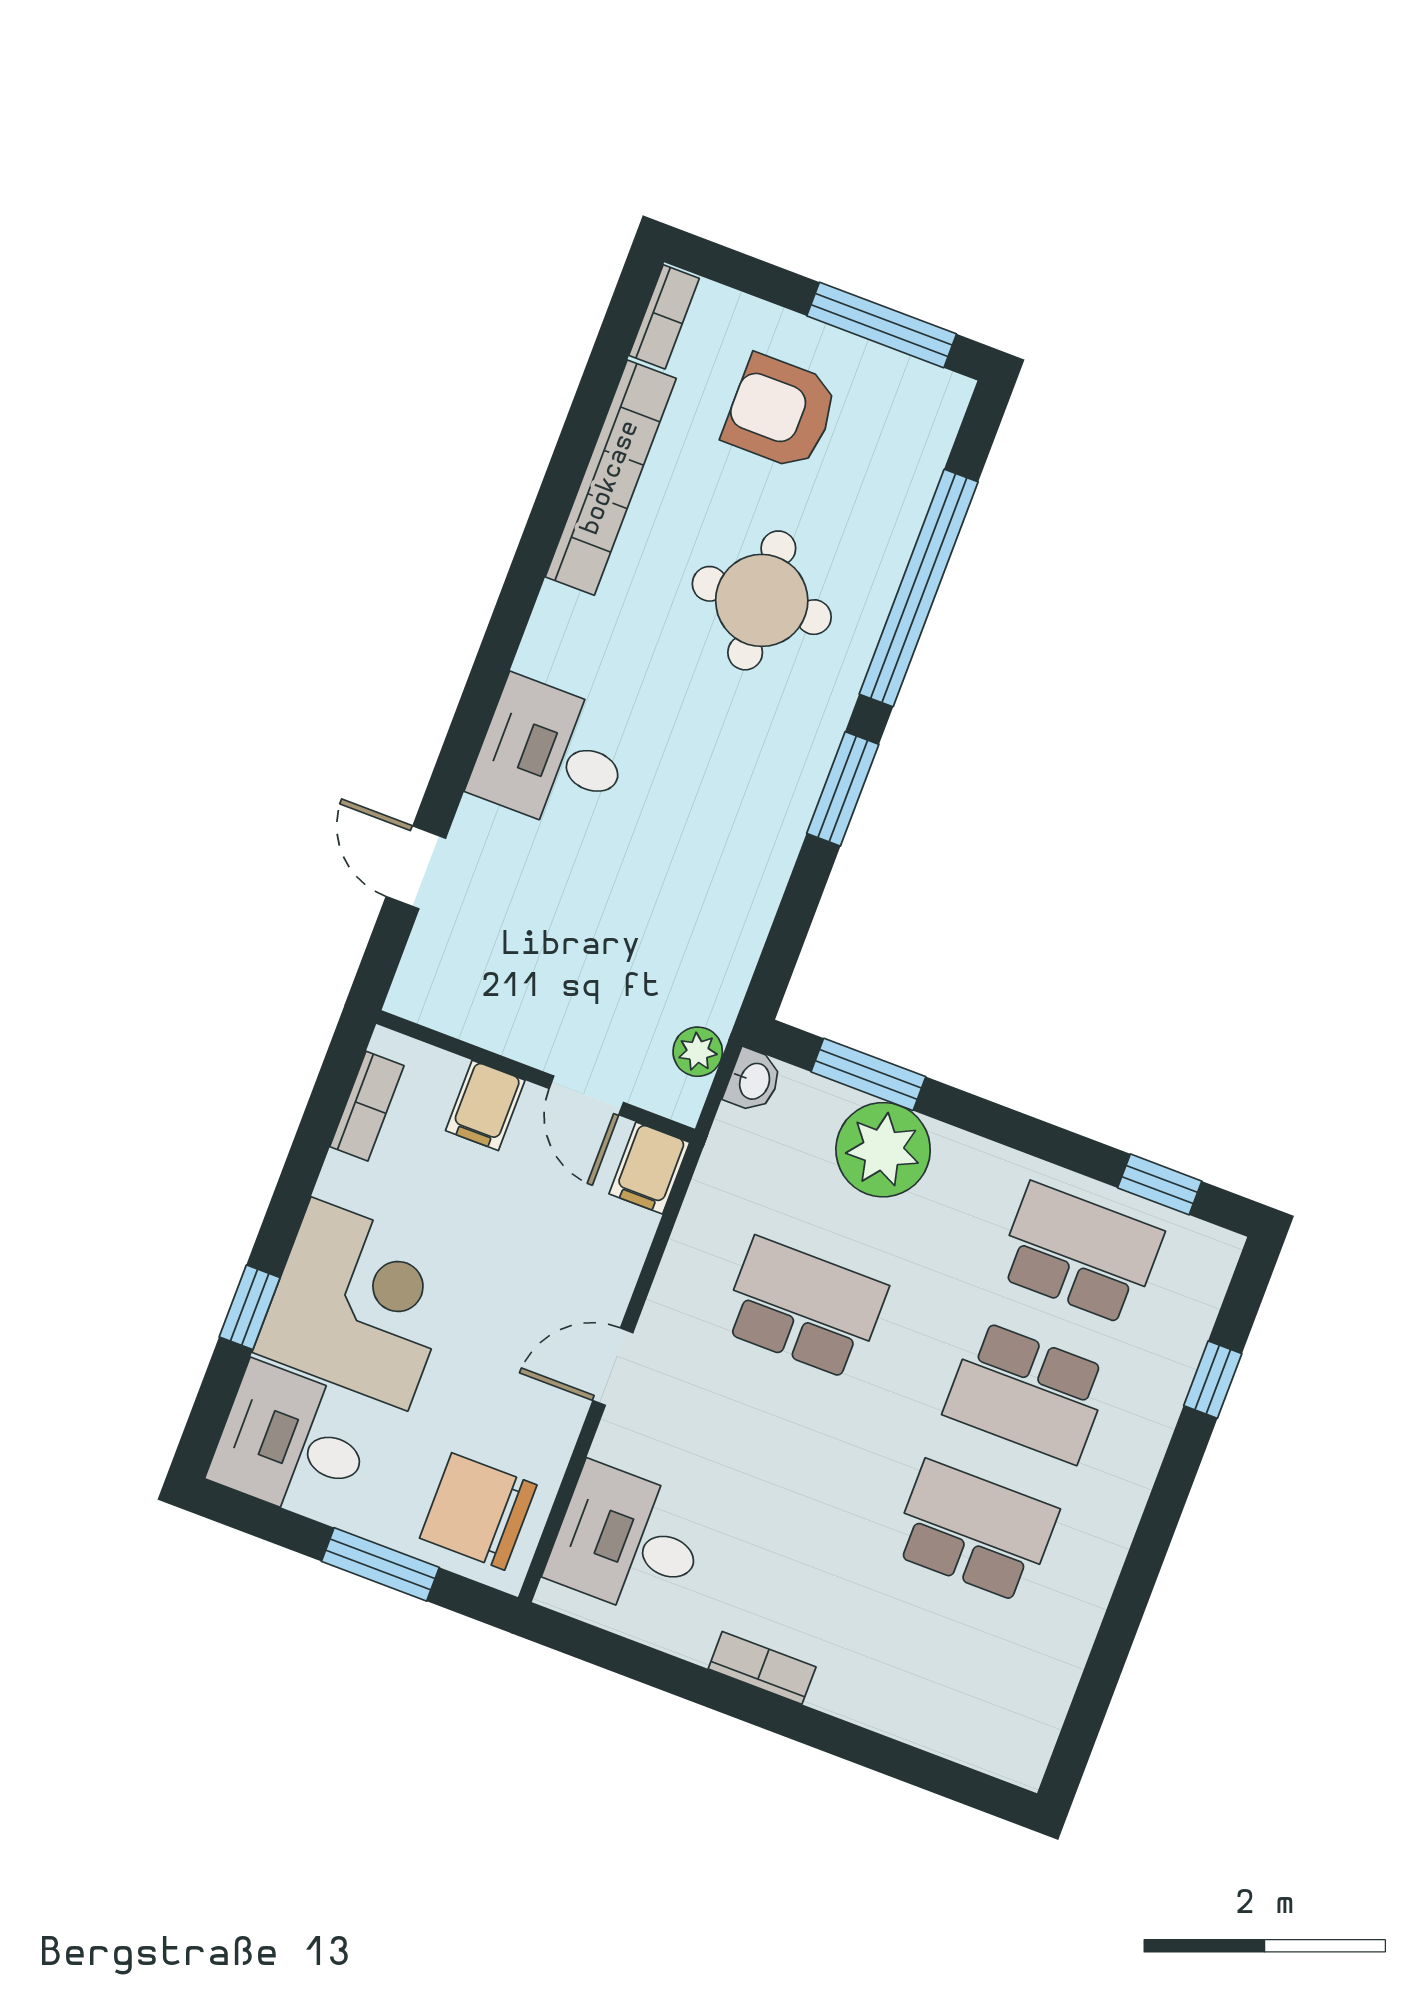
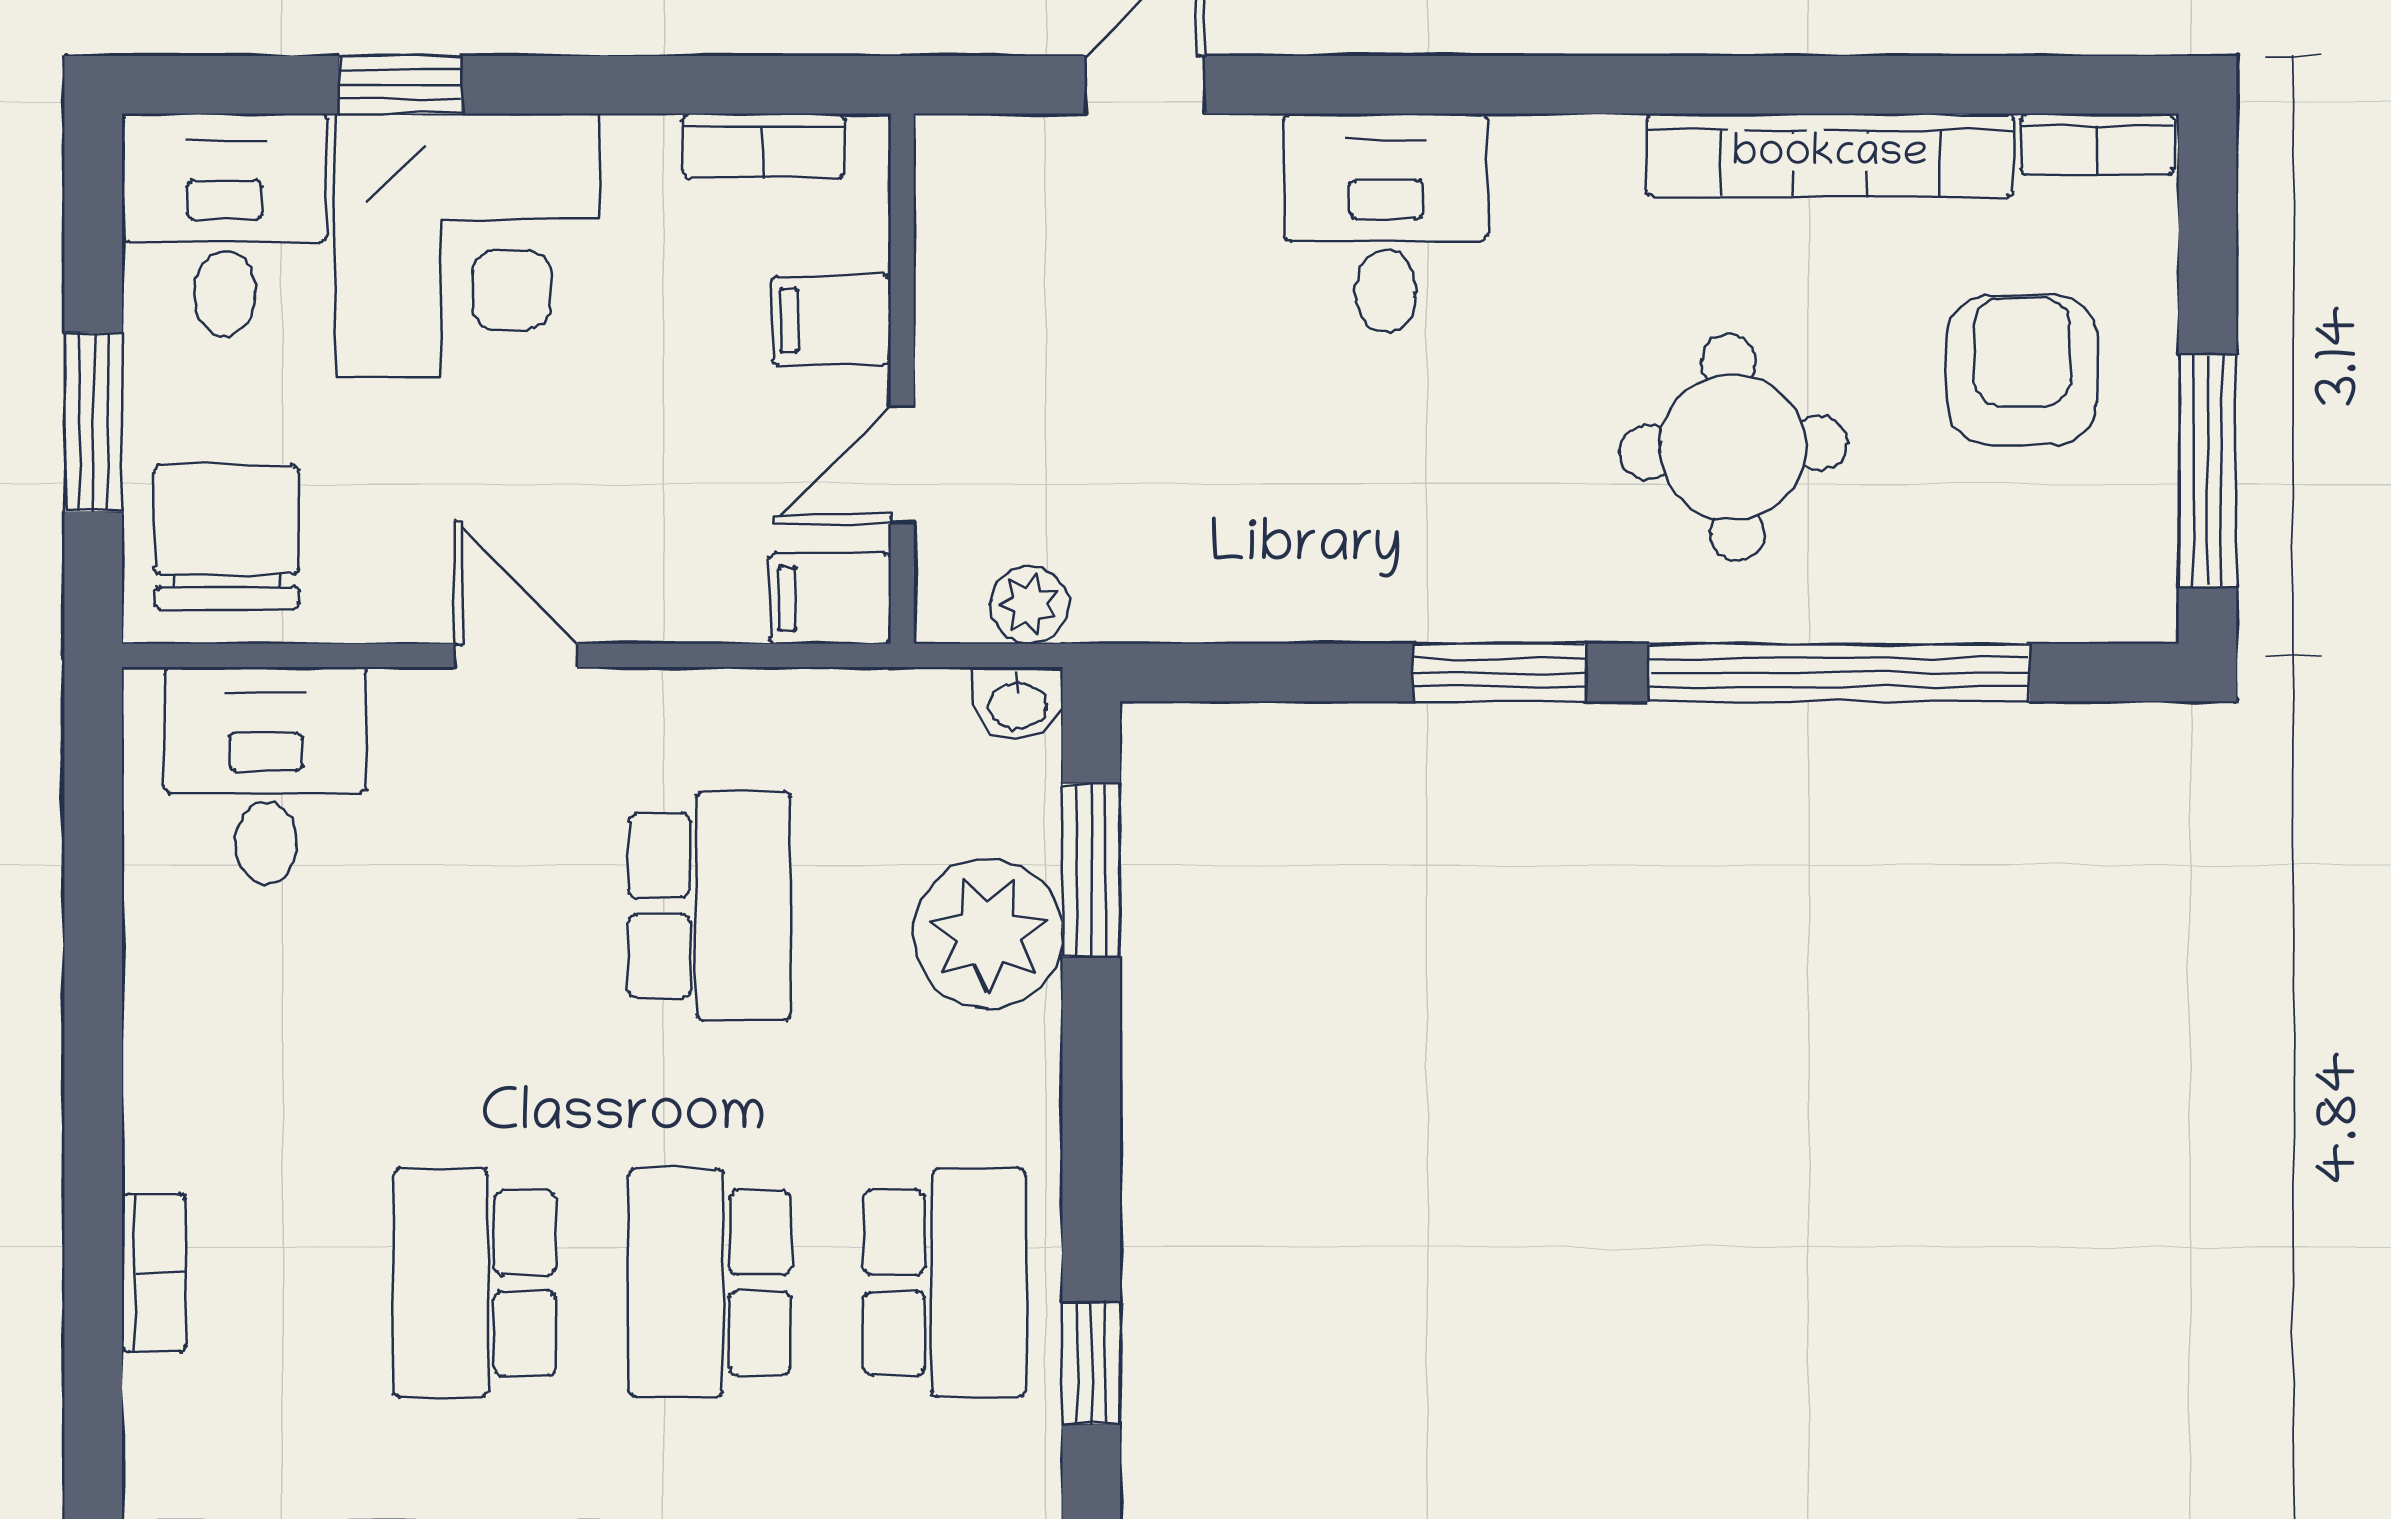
school desk: (975, 1531) -> (475, 1283), turned 180
bookcase: (762, 1668) -> (154, 1273), moved

